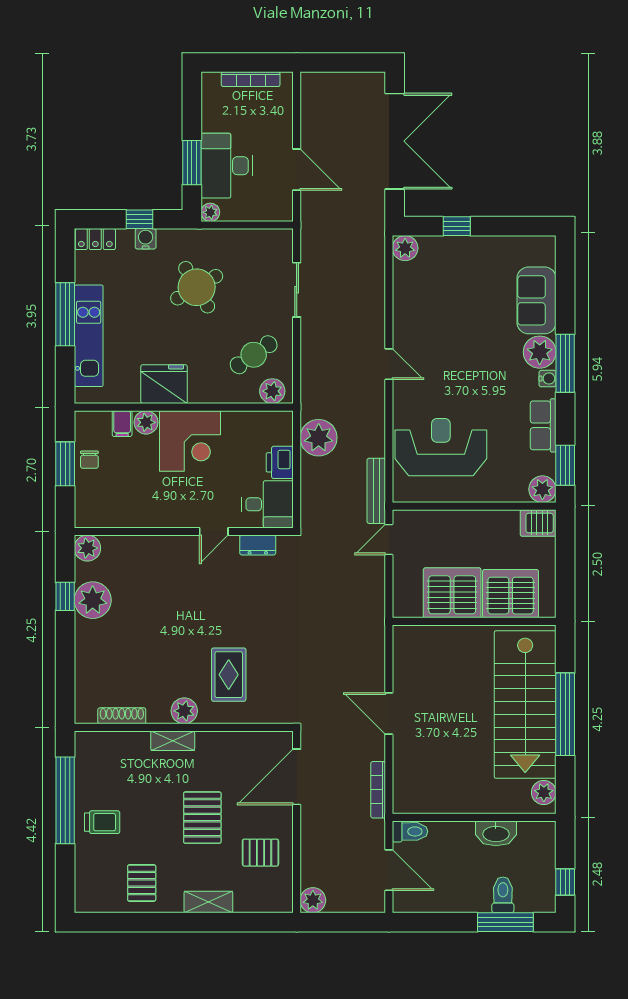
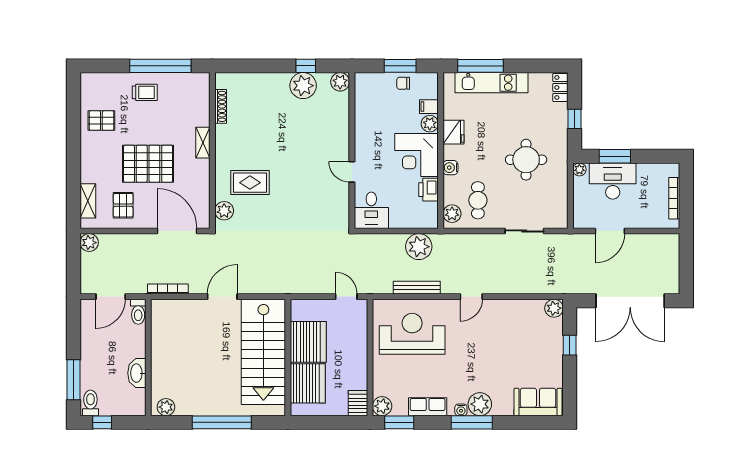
water cooler: (146, 239) -> (450, 168), moved, turned 180
round table: (197, 287) -> (526, 160), turned 30
sofa: (537, 300) -> (538, 402), moved
window: (65, 314) -> (480, 66), moved
cafe table: (254, 355) -> (478, 200), turned 35
fridge: (164, 384) -> (453, 132), width x0.73, depth x0.75
reception desk: (441, 447) -> (412, 334), turned -90
printer: (280, 462) -> (429, 190), moved, turned -90
bench: (376, 491) -> (417, 288), moved
dresser: (258, 545) -> (342, 203), removed
stairs: (525, 705) -> (263, 352), moved, turned -90
plant: (184, 711) -> (224, 211), moved
pallet: (202, 818) -> (148, 164), width x1.37, depth x1.41
trolley: (102, 822) -> (145, 92), turned -90
toilet: (503, 895) -> (90, 403), moved, turned -90
shelving: (208, 902) -> (88, 201), moved

